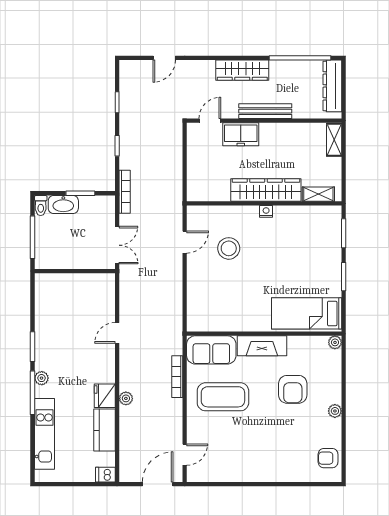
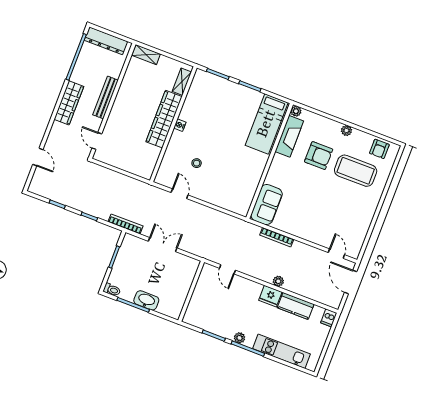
freezer: (241, 134) -> (116, 122), removed
washbasin: (63, 204) -> (146, 300), moved, turned -90
stool: (229, 248) -> (197, 163), width x0.53, depth x0.53
wall: (75, 271) -> (191, 291), moved
fireplace: (262, 346) -> (289, 136), moved
coffee table: (223, 397) -> (356, 171), moved, turned 90

